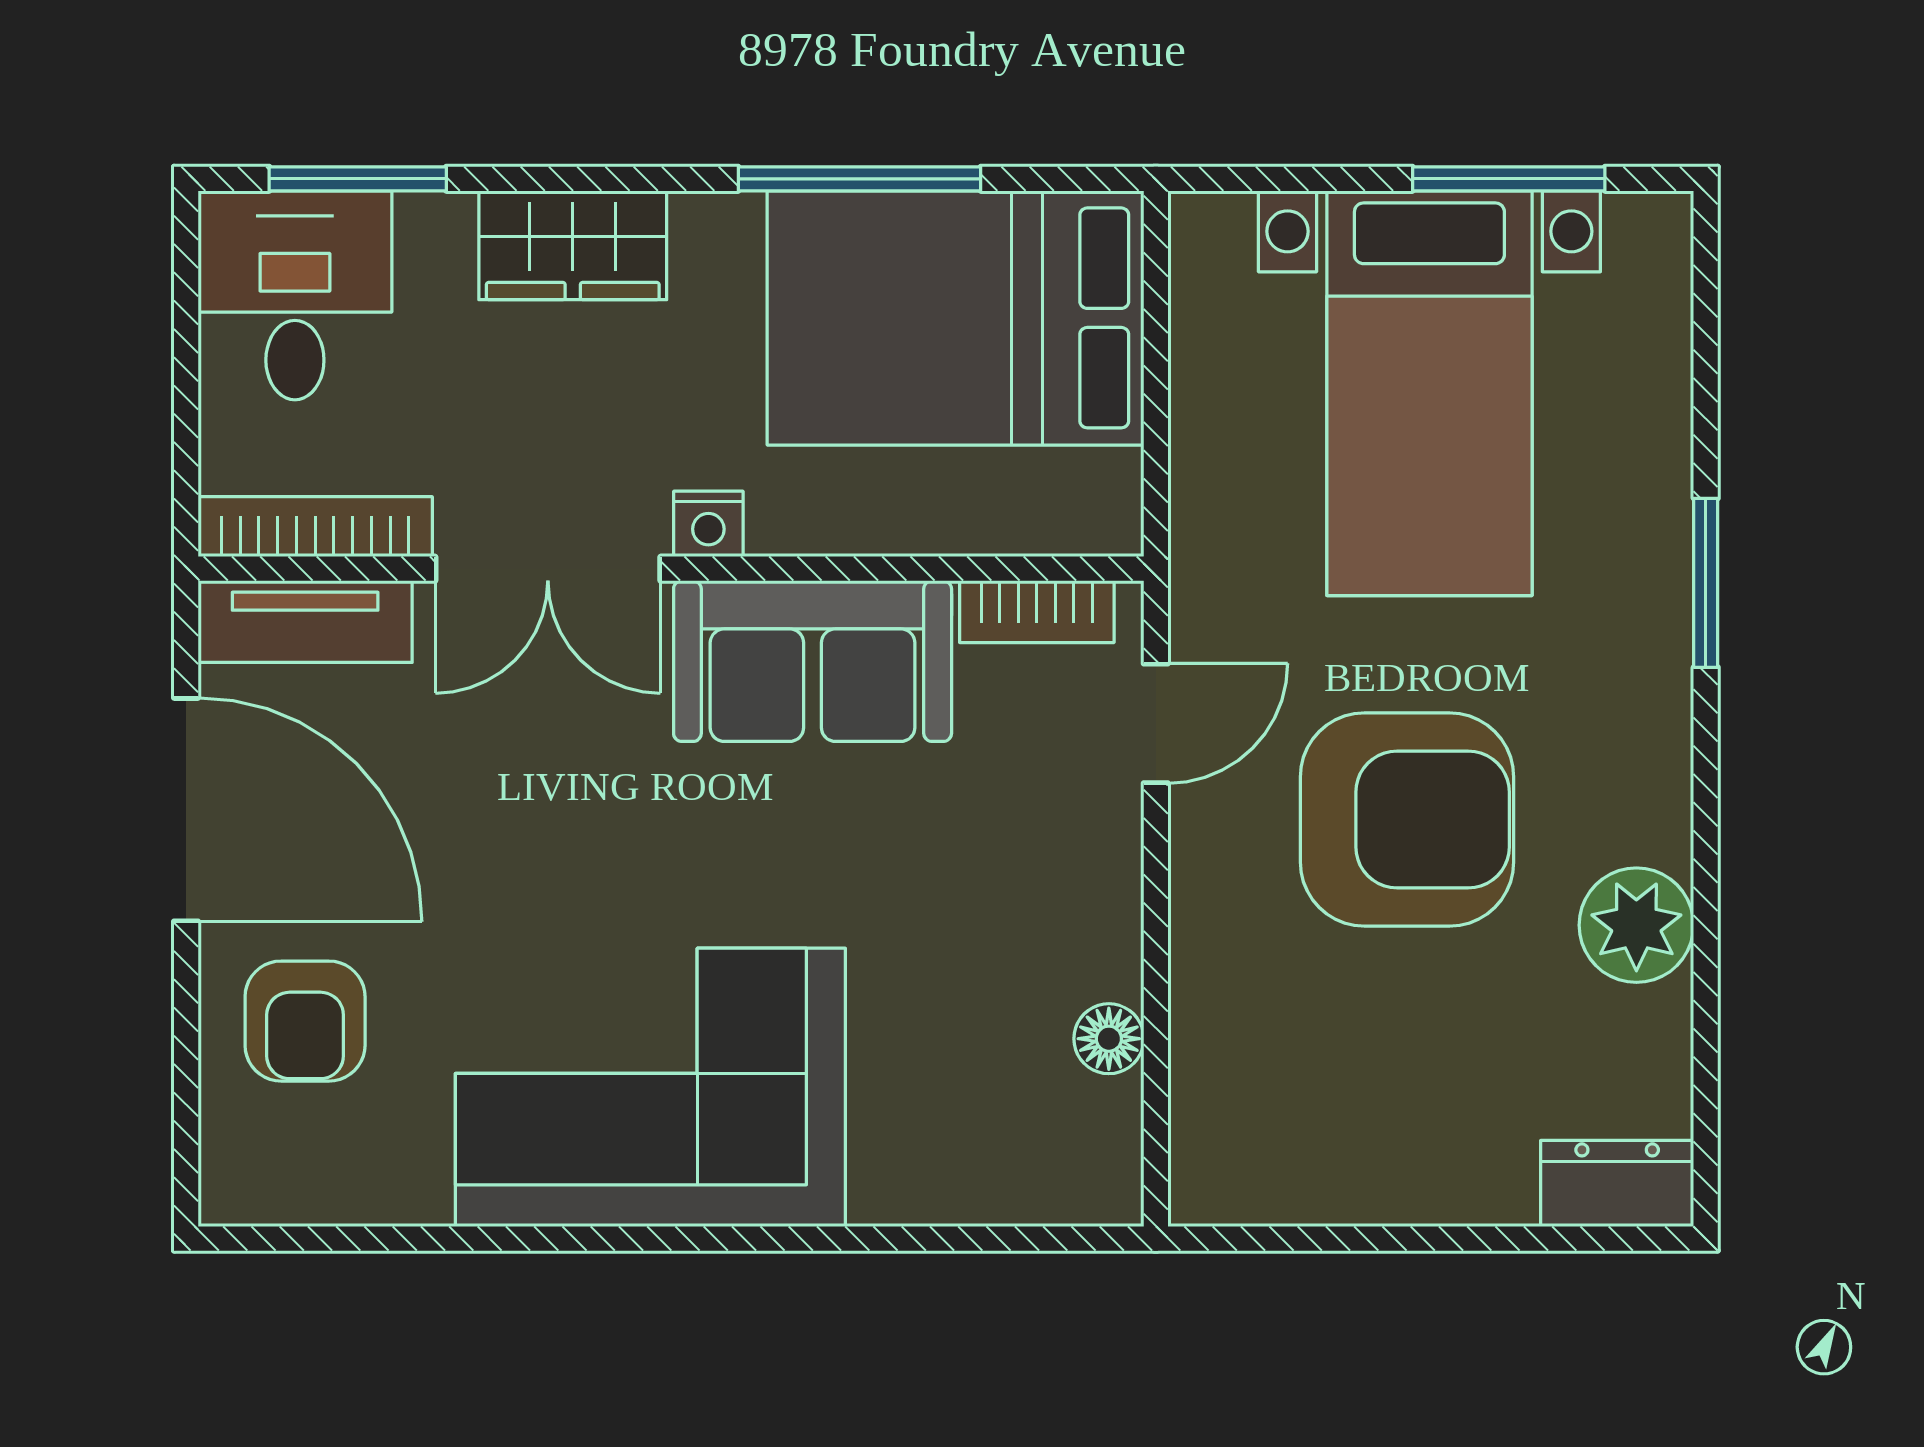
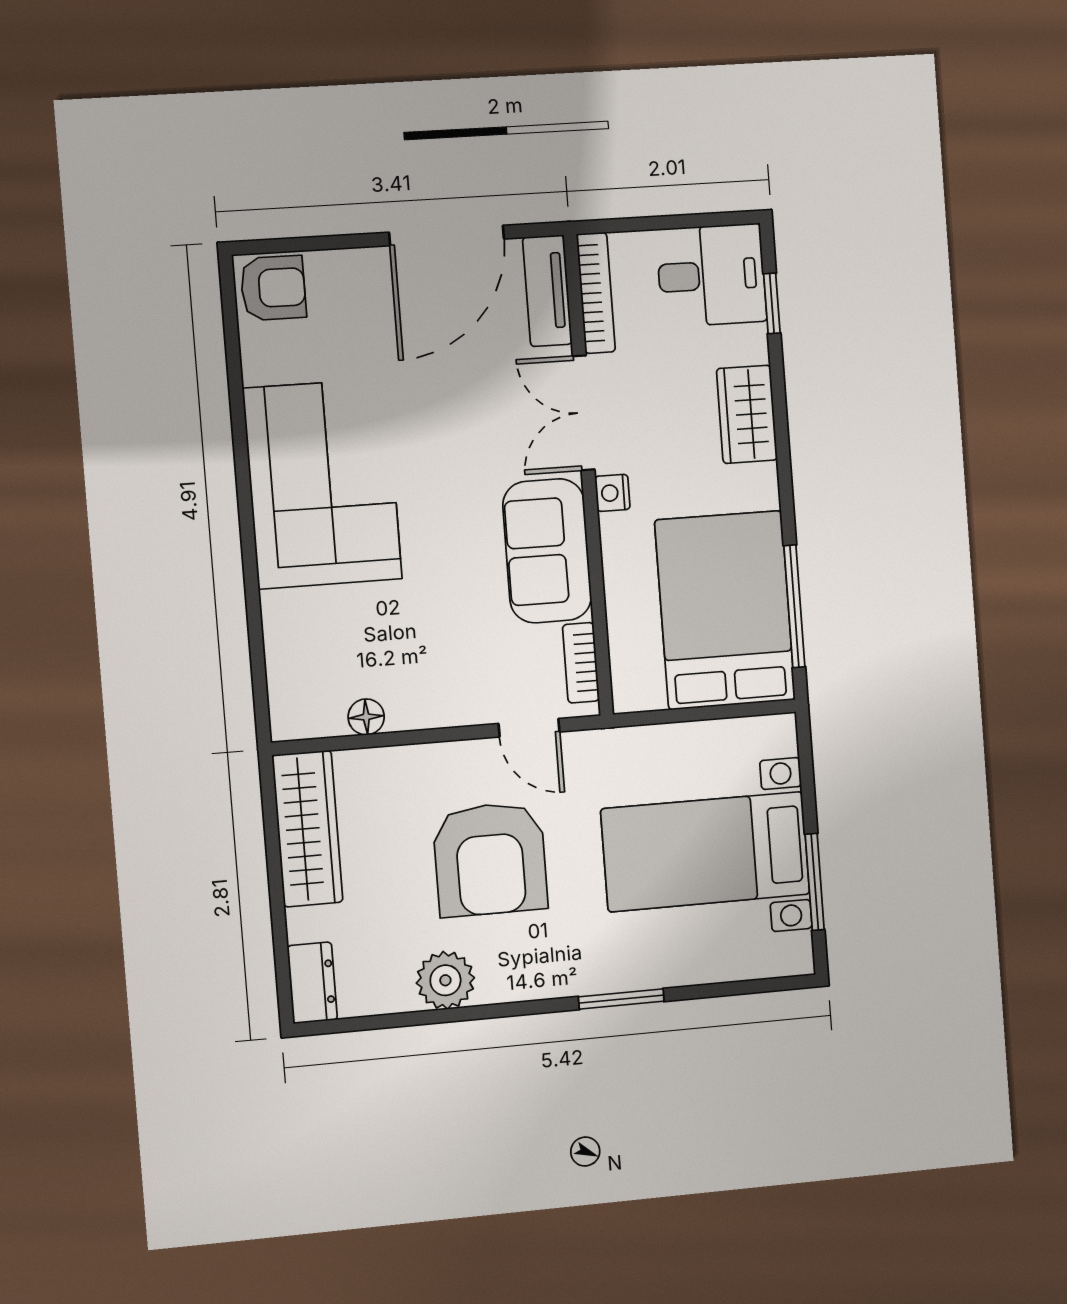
window: (358, 179) -> (772, 303), width x0.67
window: (859, 179) -> (794, 606), moved
armchair: (305, 1021) -> (273, 288), moved, turned 180
wardrobe: (1316, 1169) -> (307, 829), added

